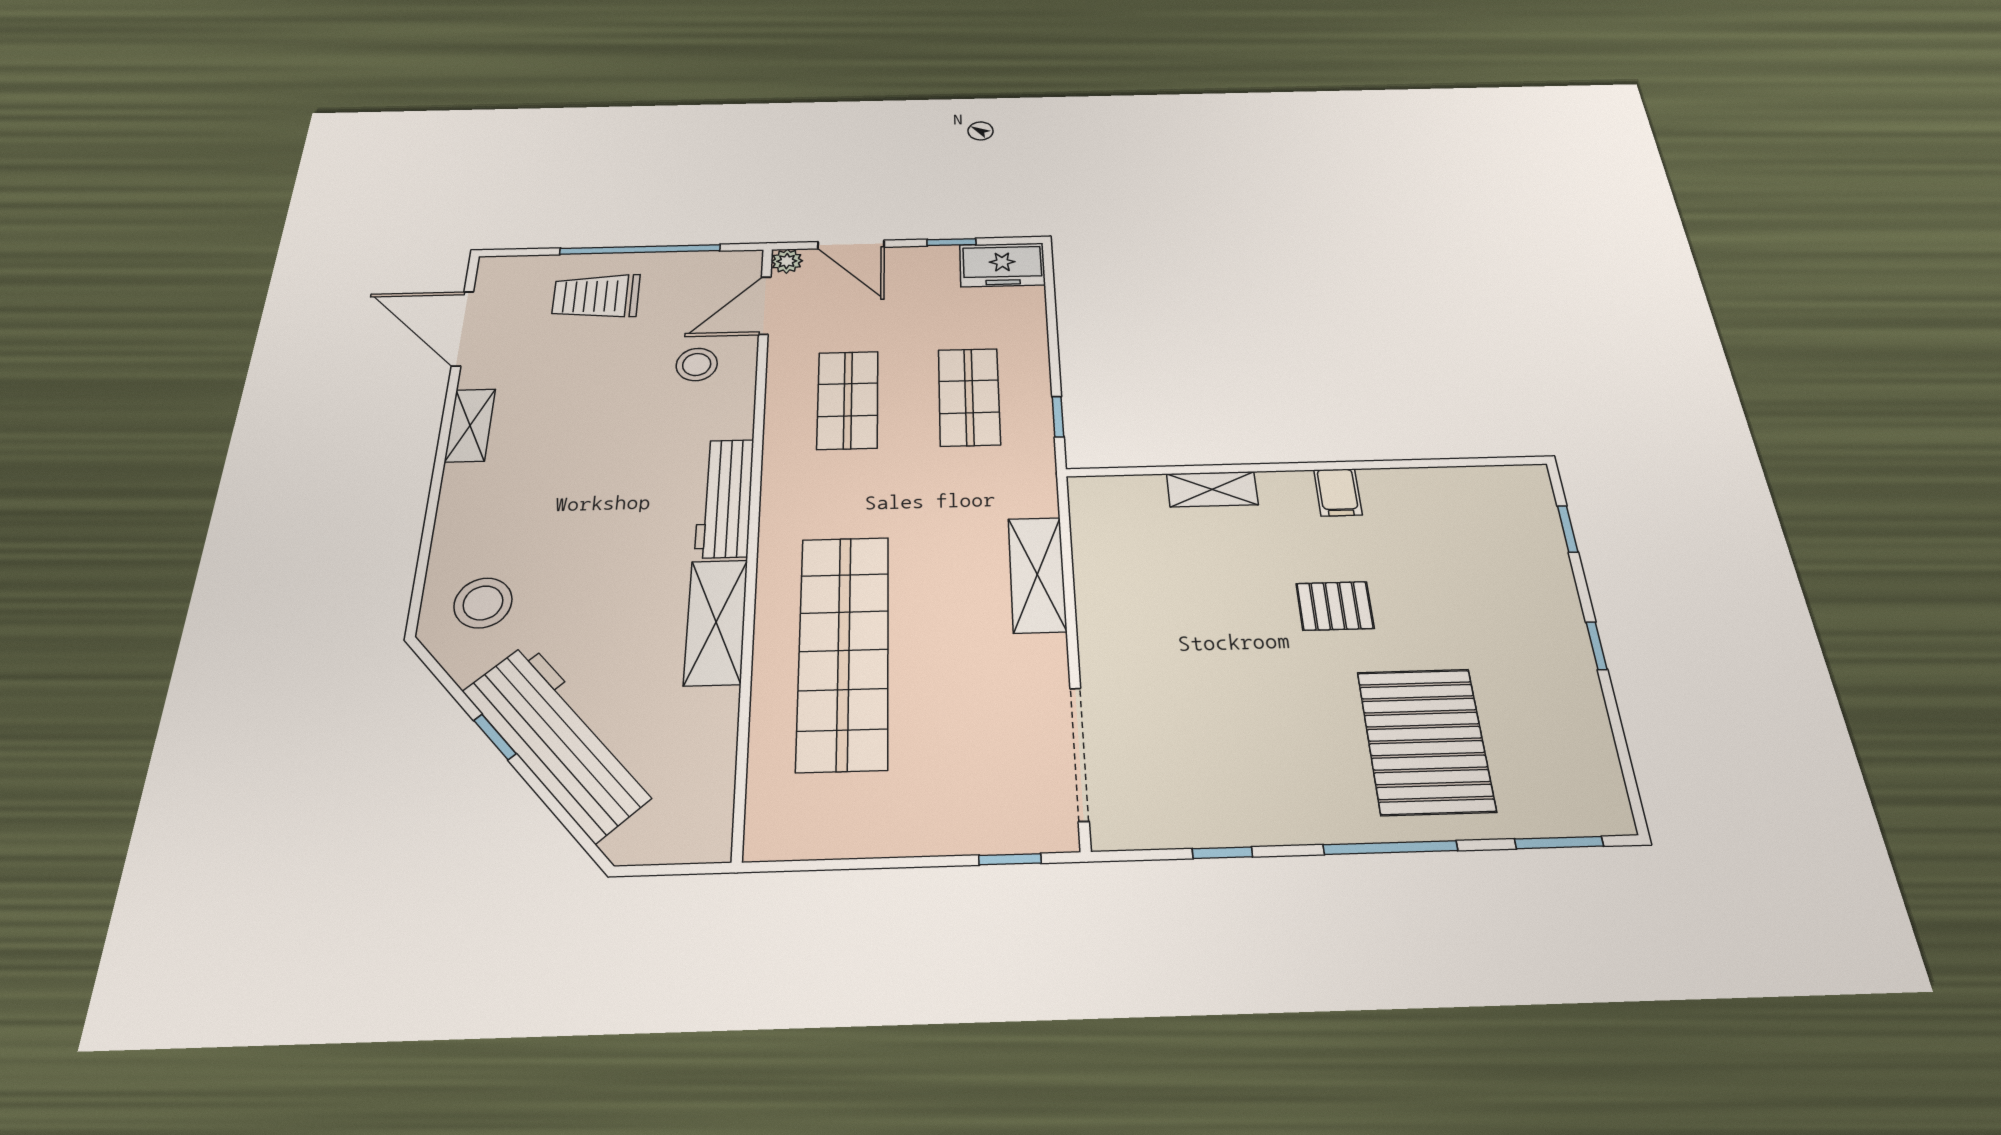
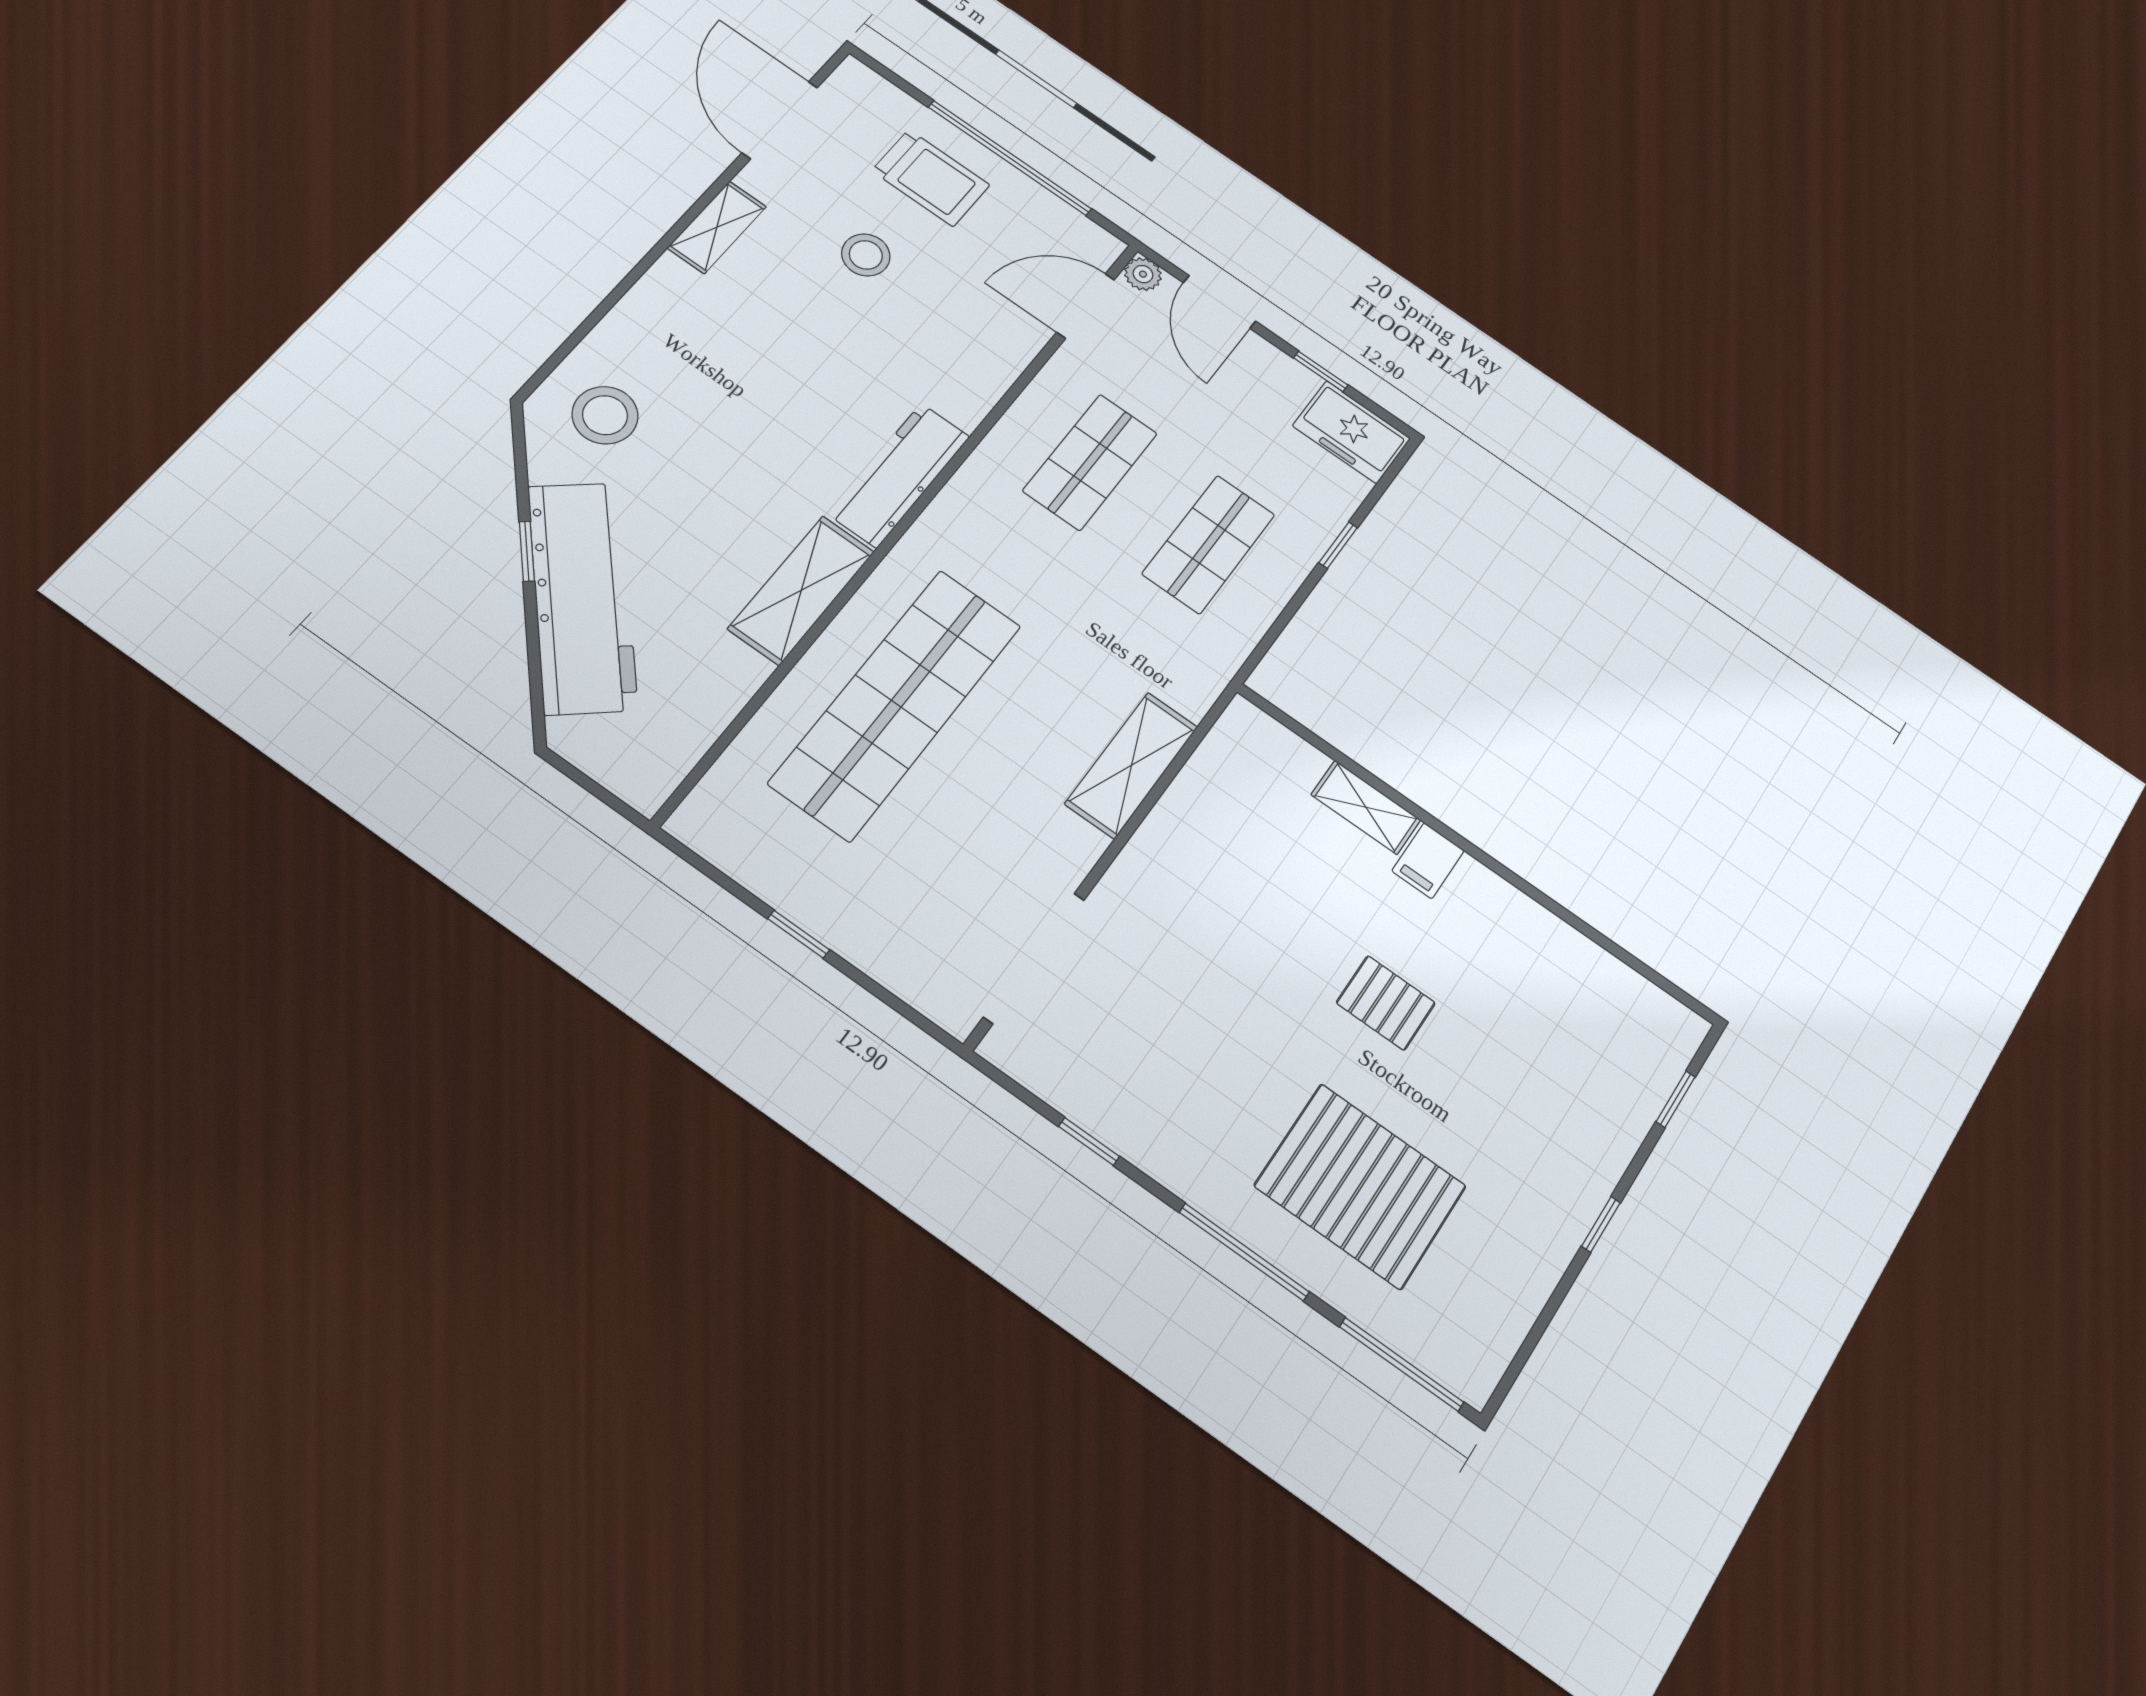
trolley: (596, 296) -> (931, 178), turned 180
stool: (697, 364) -> (866, 255), moved
window: (1058, 417) -> (1338, 545), moved
filing cabinet: (1338, 492) -> (1428, 861), moved
pallet: (1426, 741) -> (1361, 1186), turned 90
window: (1559, 843) -> (1402, 1364), width x1.44
window: (1010, 859) -> (799, 934), moved

